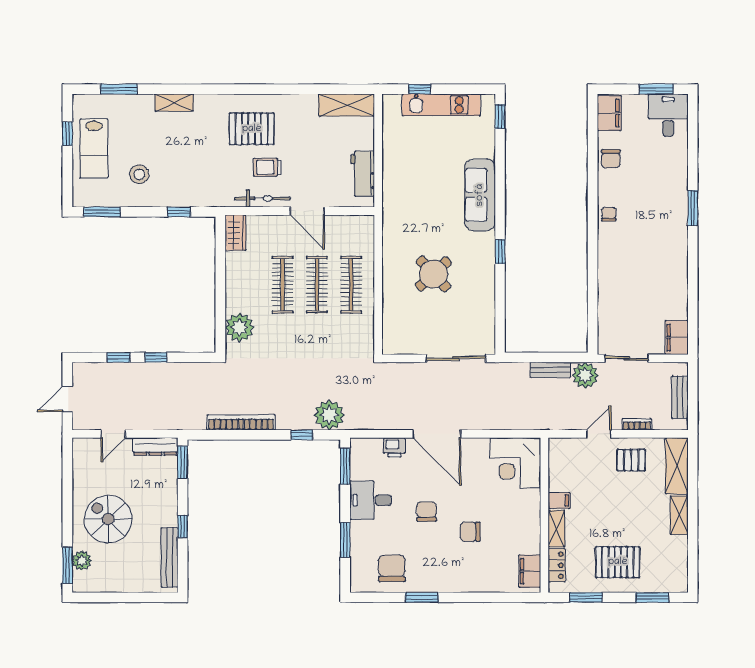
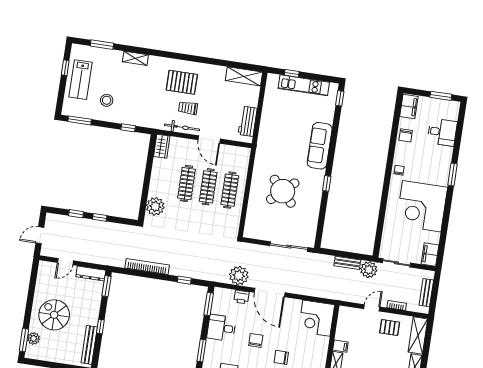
desk: (668, 115) -> (442, 132), moved, turned 90
corner desk: (652, 265) -> (422, 206), added
round table: (433, 274) -> (283, 191), width x1.36, depth x1.36
plant: (329, 415) -> (239, 276), moved

